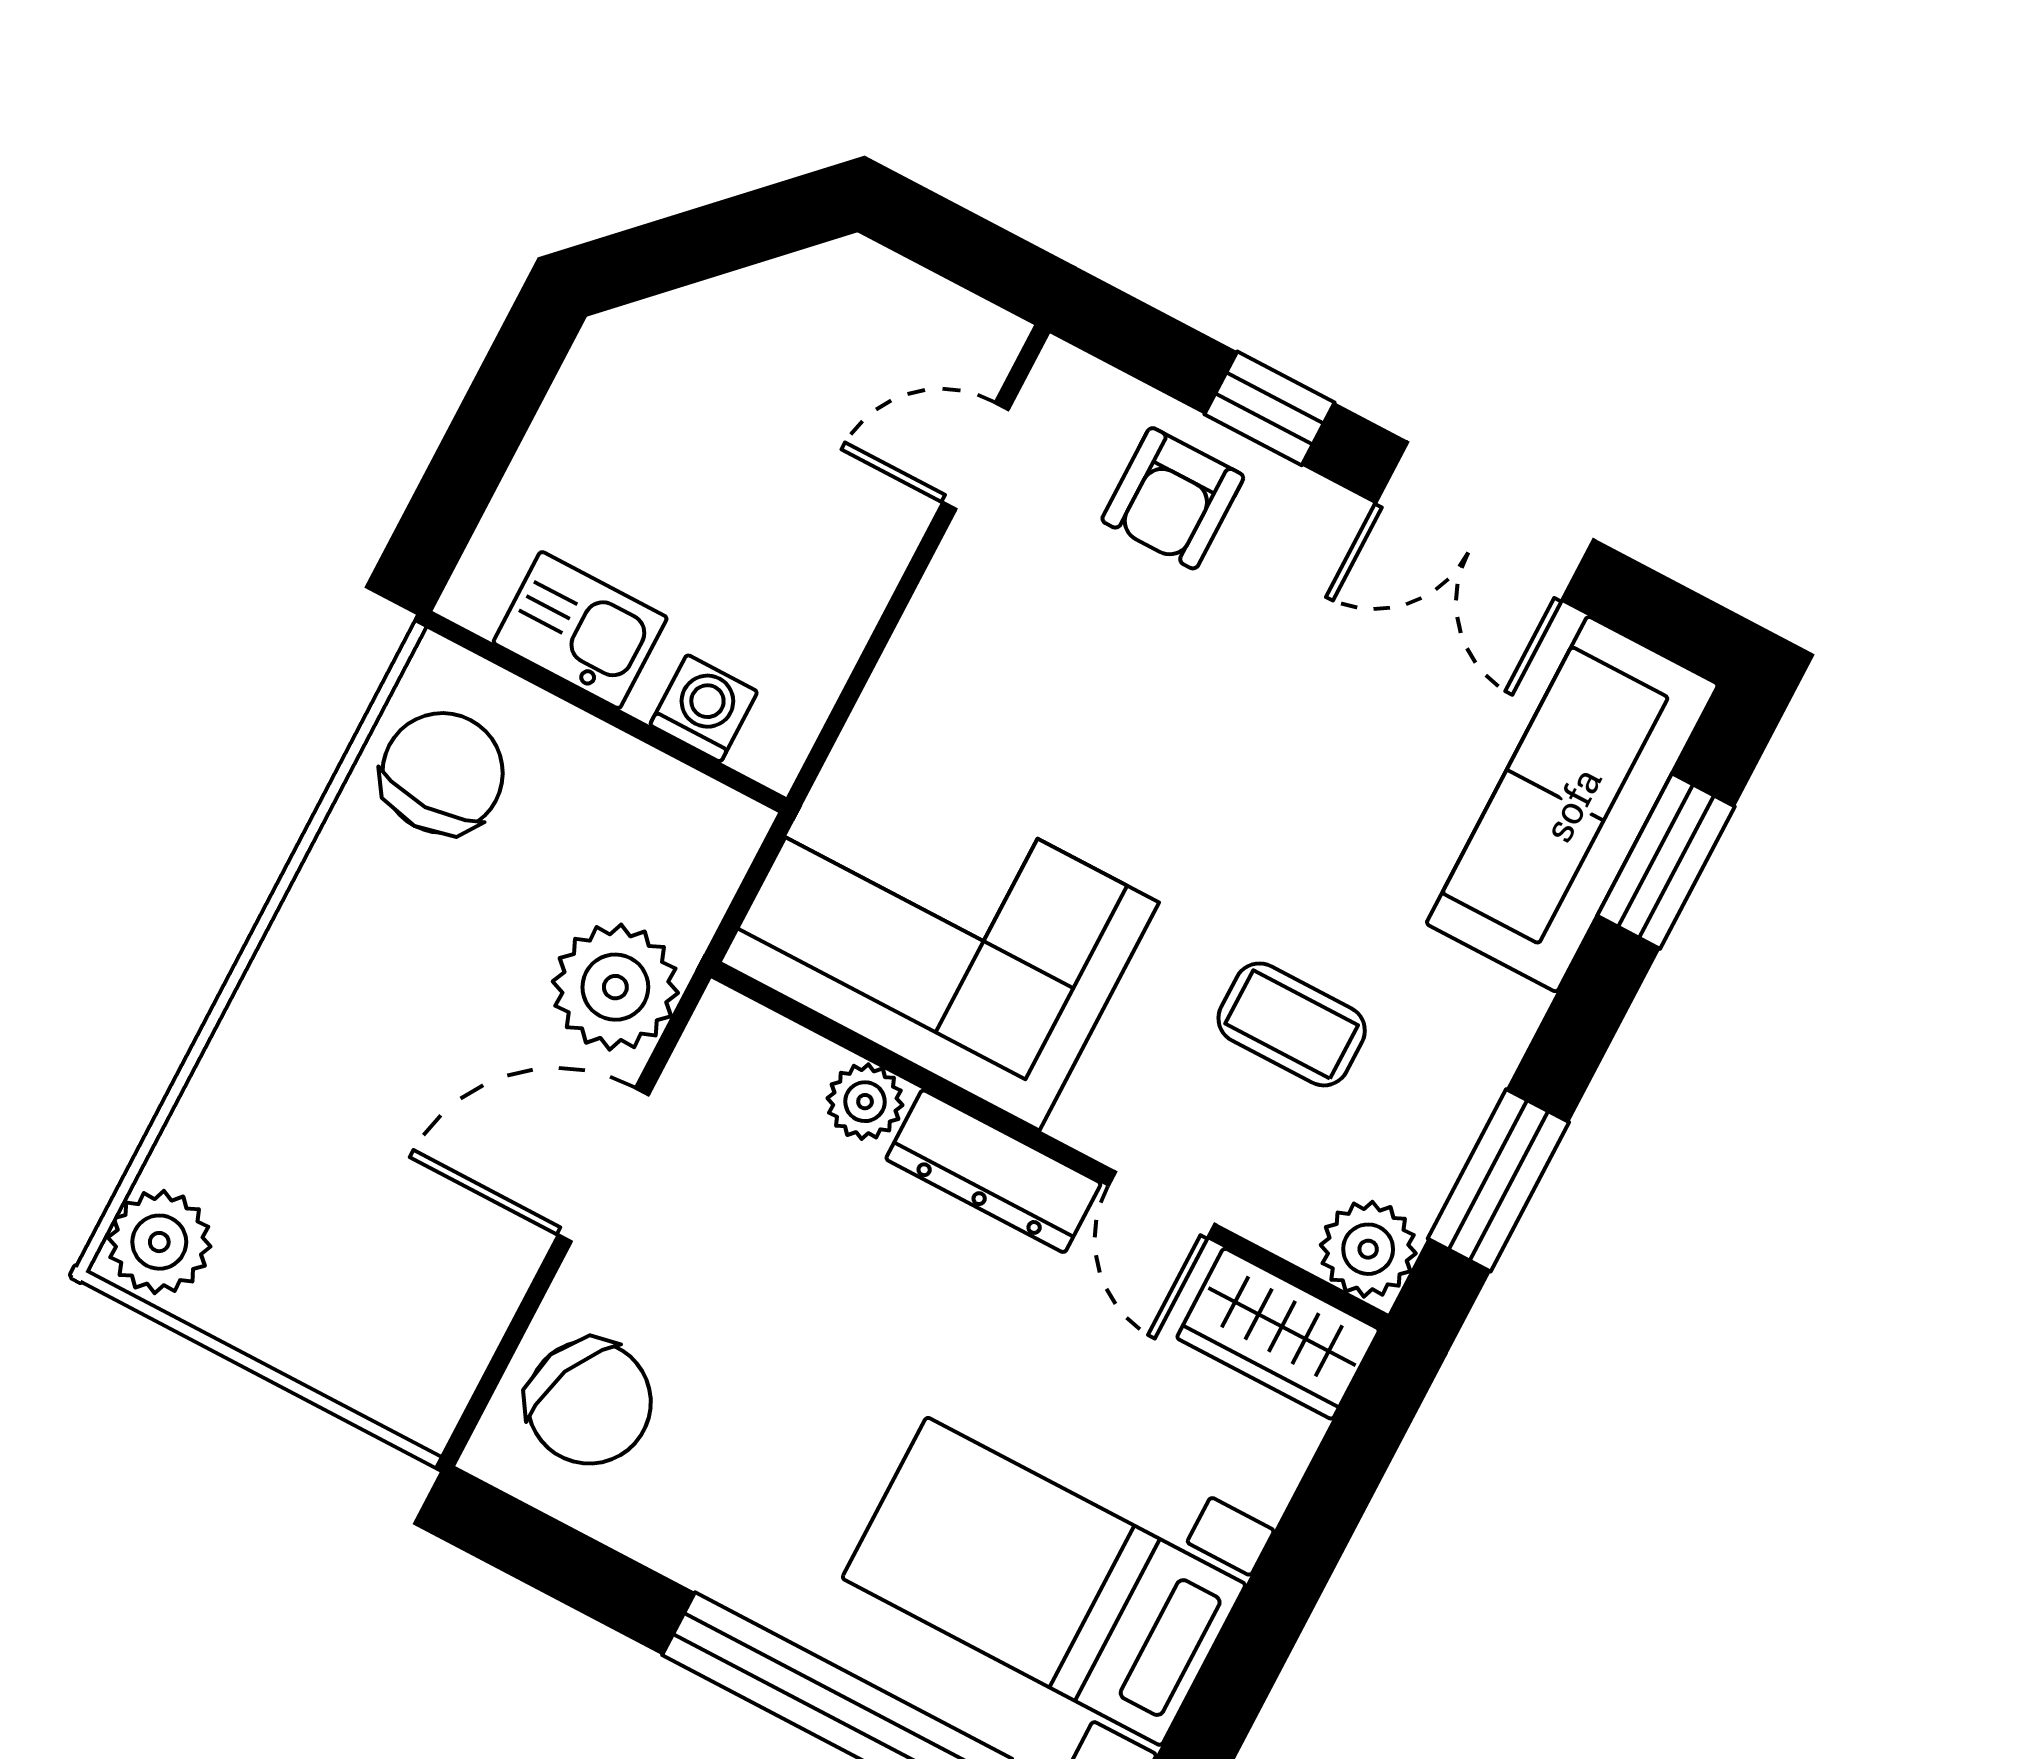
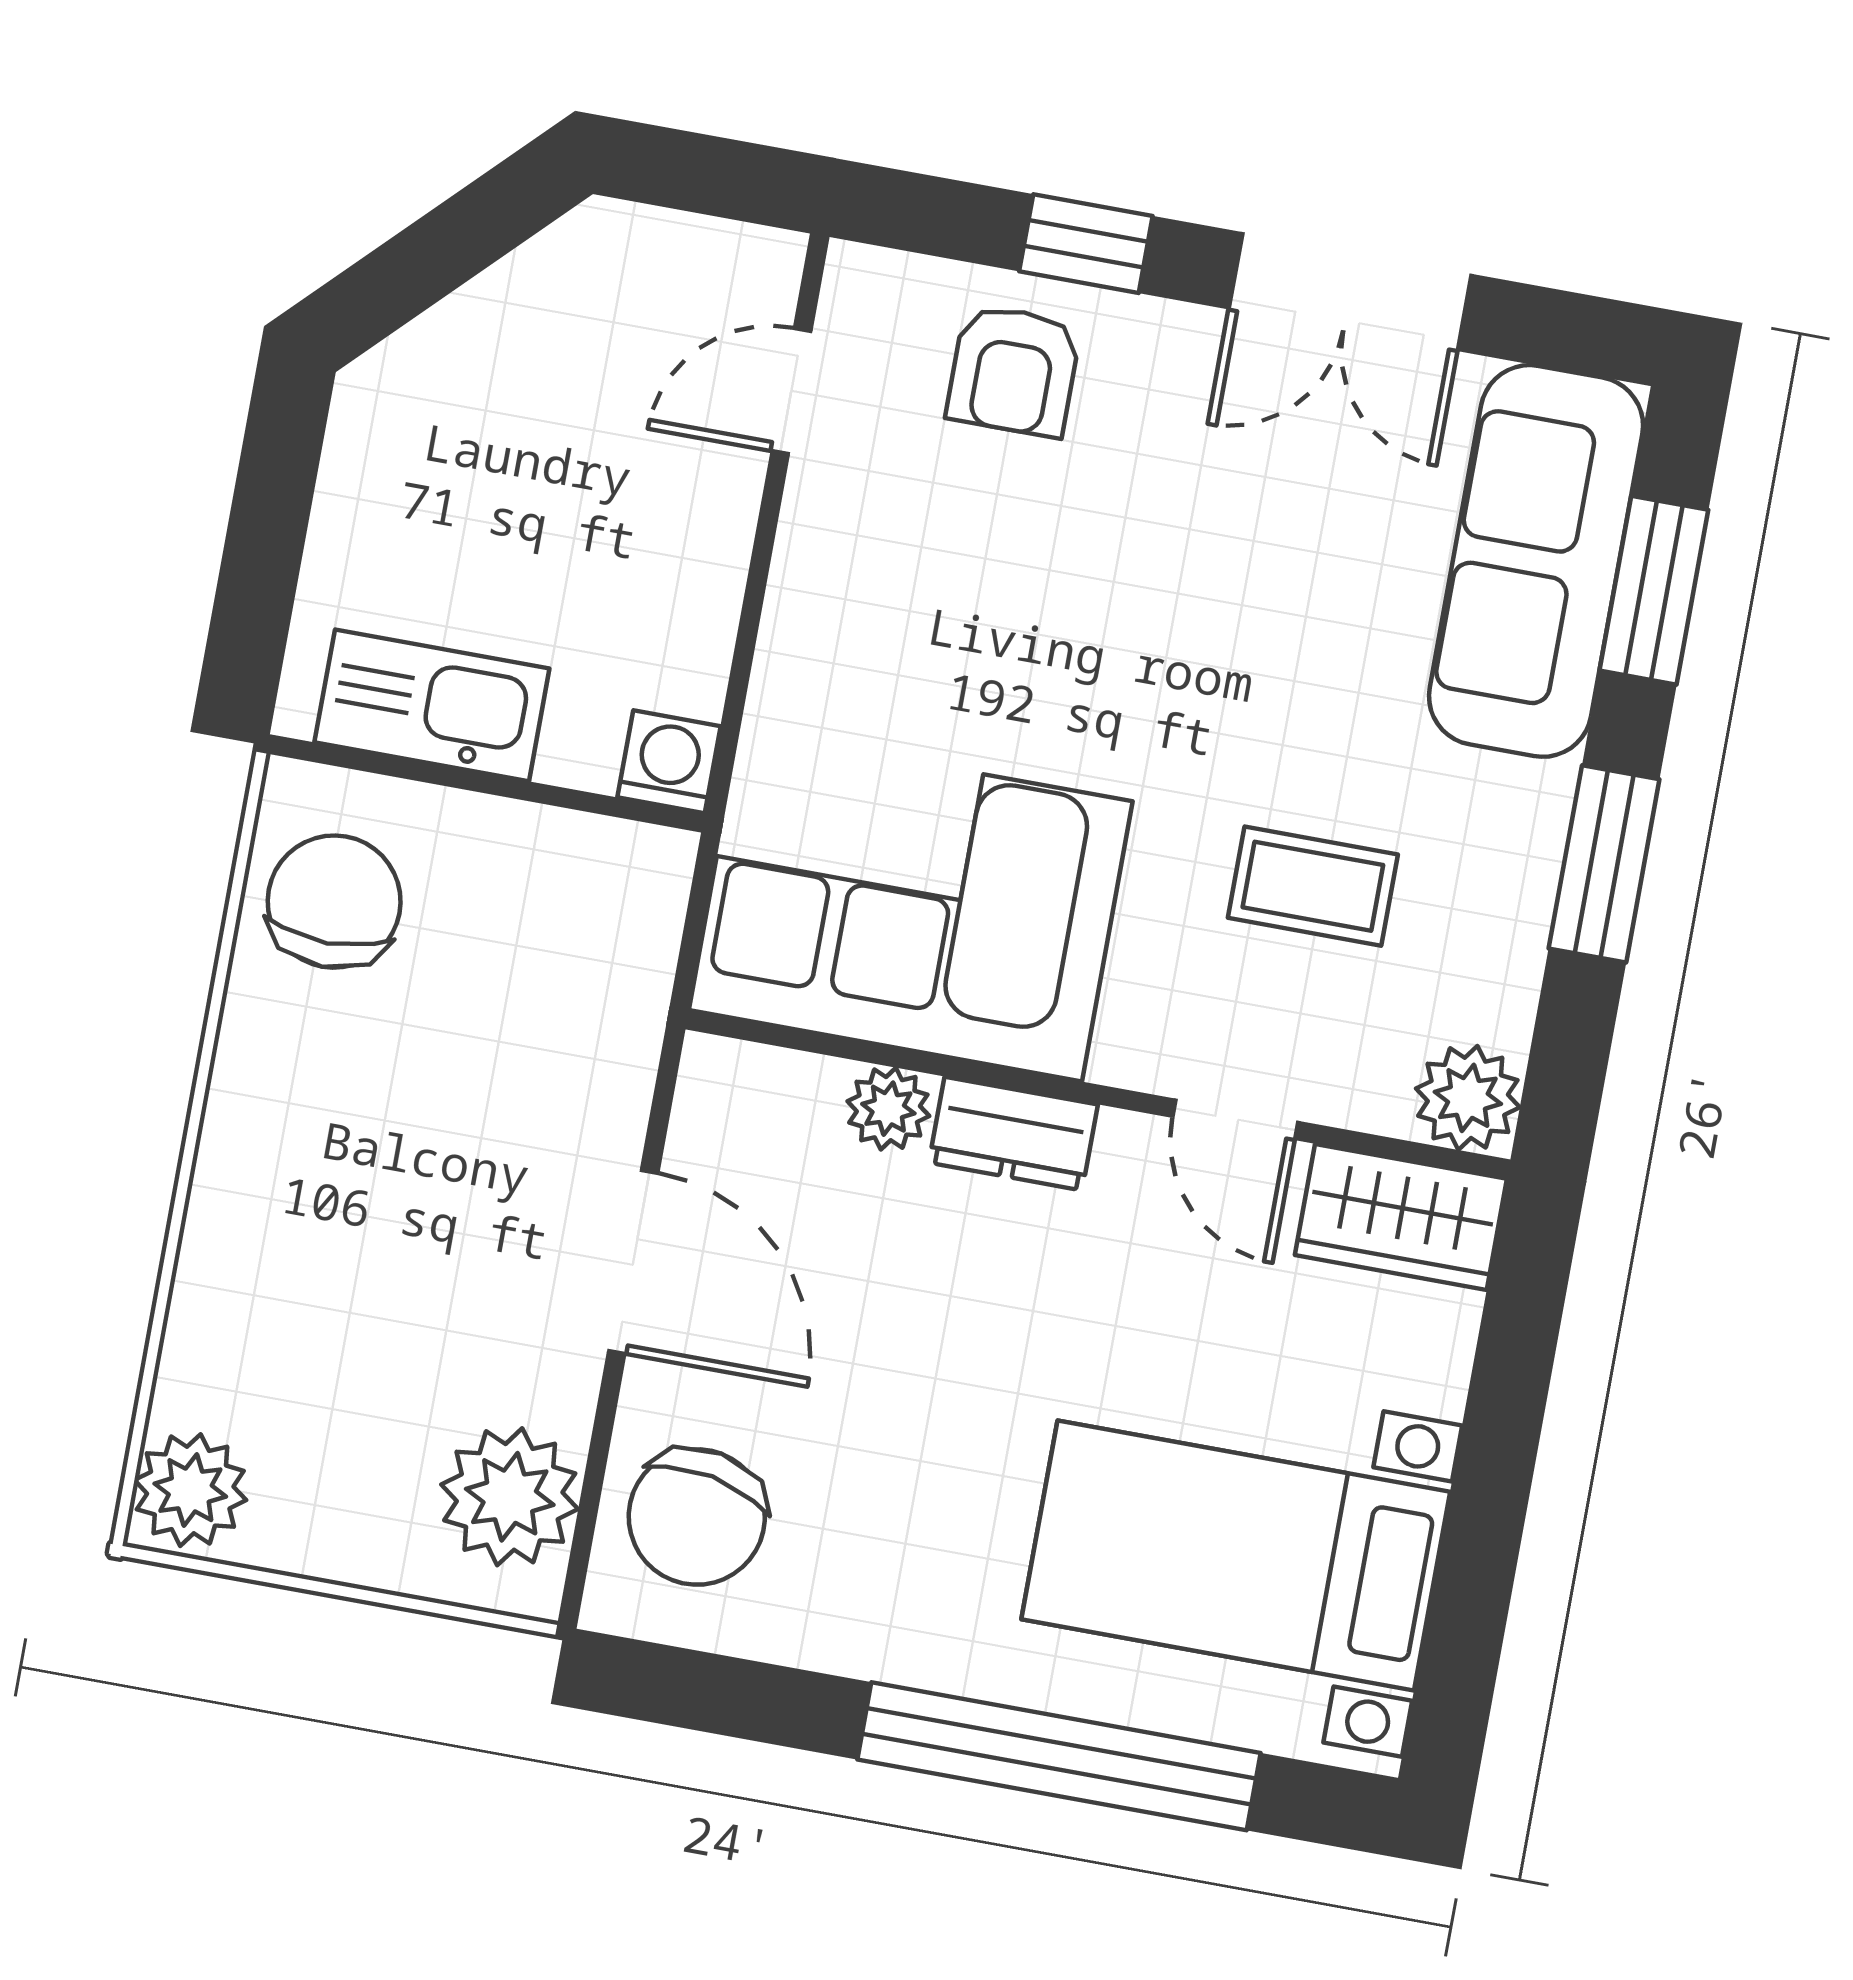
kitchen sink: (580, 630) -> (432, 705), width x1.38
washing machine: (704, 708) -> (669, 762), moved
plant: (615, 987) -> (510, 1497), moved
door: (603, 1165) -> (633, 1262), swing flipped
dresser: (993, 1171) -> (1013, 1134), width x0.70
window: (1498, 1180) -> (1604, 864), moved
chair: (589, 1402) -> (697, 1517), turned 78

